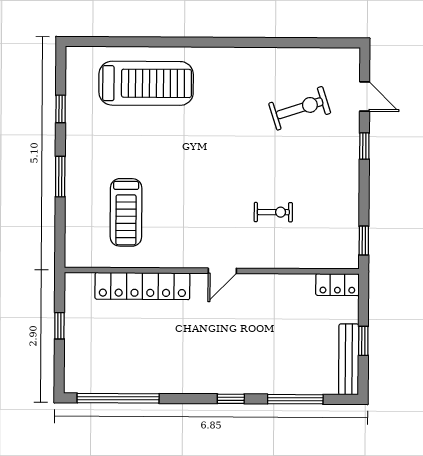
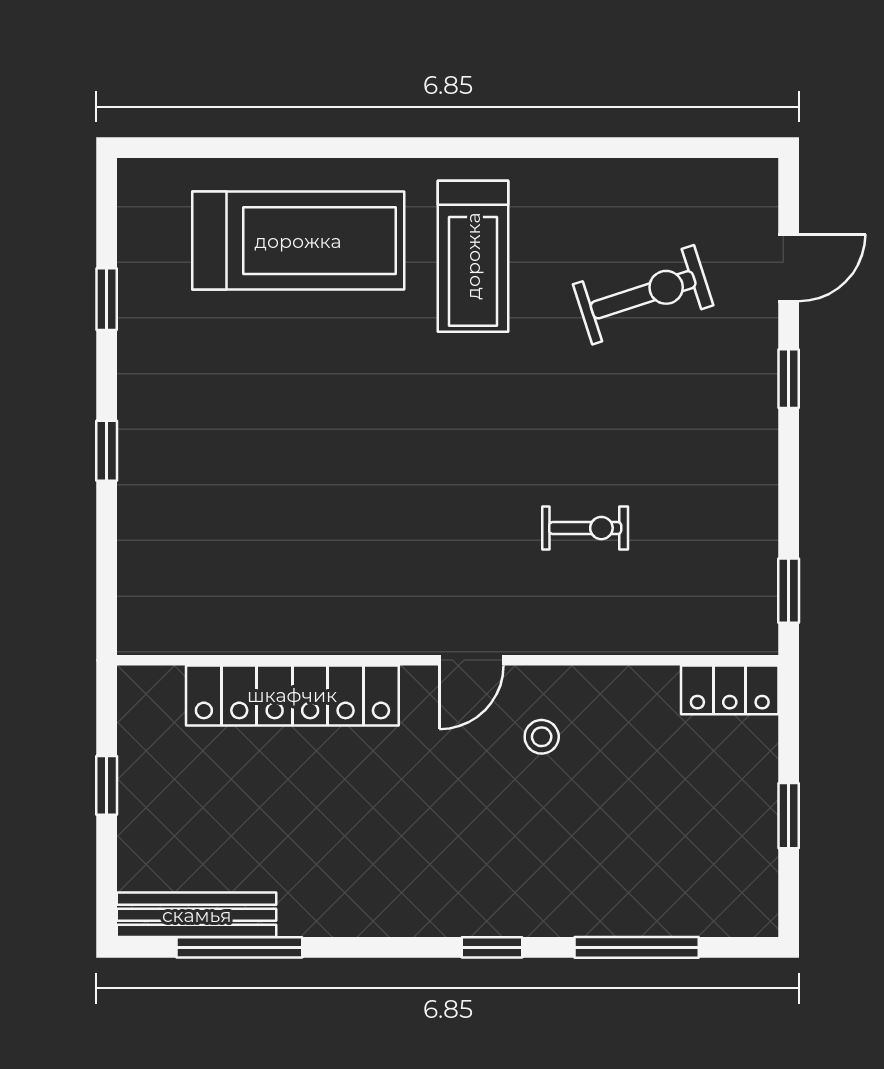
door: (365, 97) -> (789, 268), hinge flipped
window: (60, 177) -> (107, 451), width x0.67
treadmill: (126, 212) -> (473, 256), moved
stool: (253, 305) -> (542, 737), added
bench: (349, 359) -> (197, 915), moved, turned 90
window: (118, 398) -> (239, 947), width x0.68

